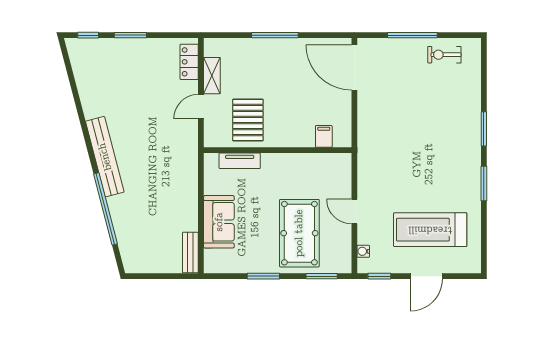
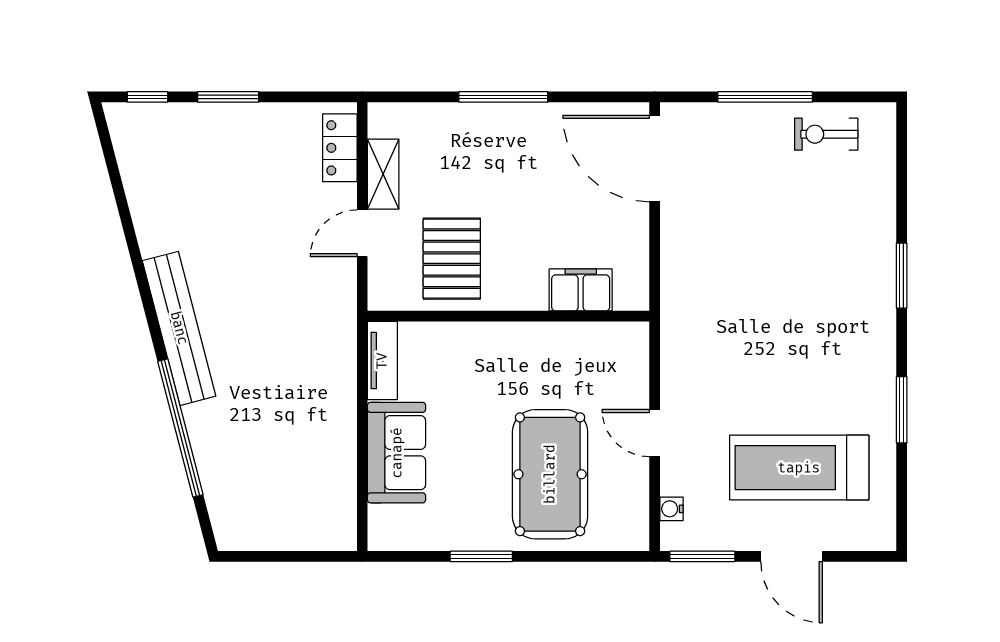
filing cabinet: (324, 136) -> (581, 290), width x2.00
tv unit: (240, 161) -> (382, 361), moved, turned -90
window: (484, 183) -> (902, 410), moved
bench: (190, 253) -> (342, 511), removed
window: (322, 276) -> (592, 556), removed
window: (379, 276) -> (702, 556), width x1.50
door: (426, 276) -> (792, 556), hinge flipped

